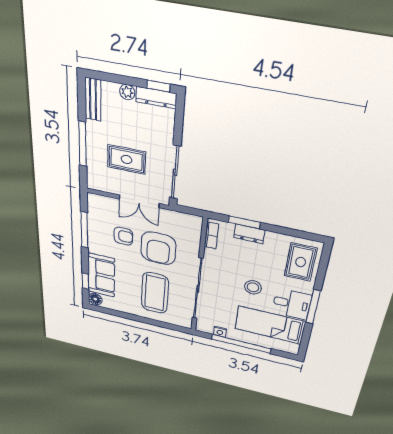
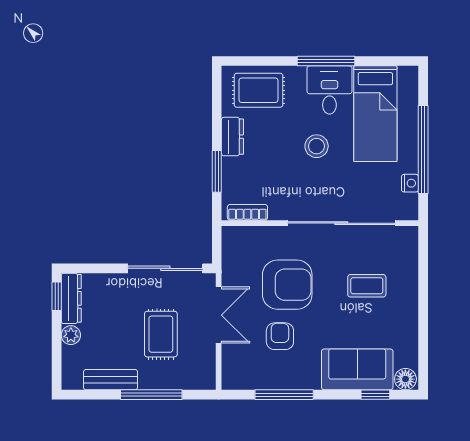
bench: (93, 99) -> (110, 380), moved
dresser: (249, 234) -> (232, 137), moved
coffee table: (155, 293) -> (367, 286), width x0.54, depth x0.58

